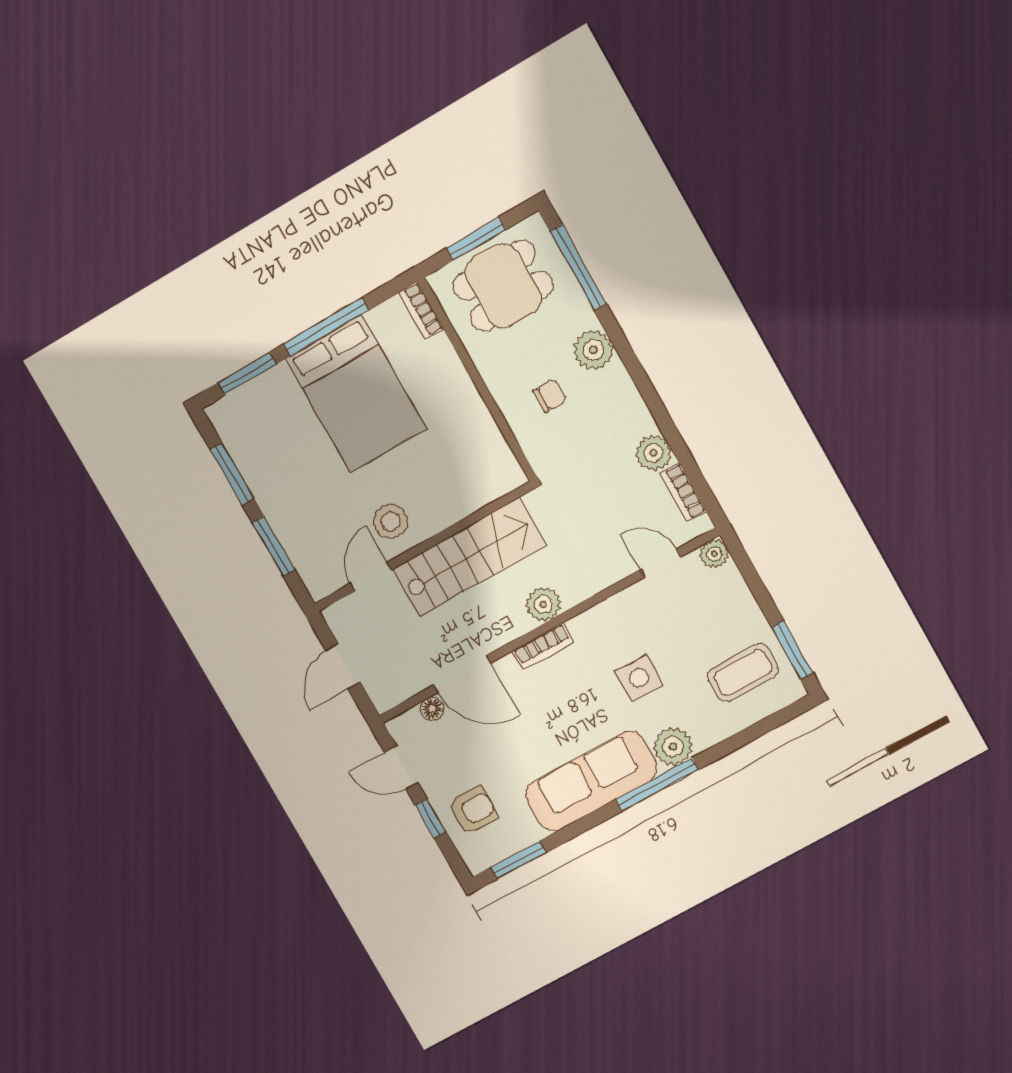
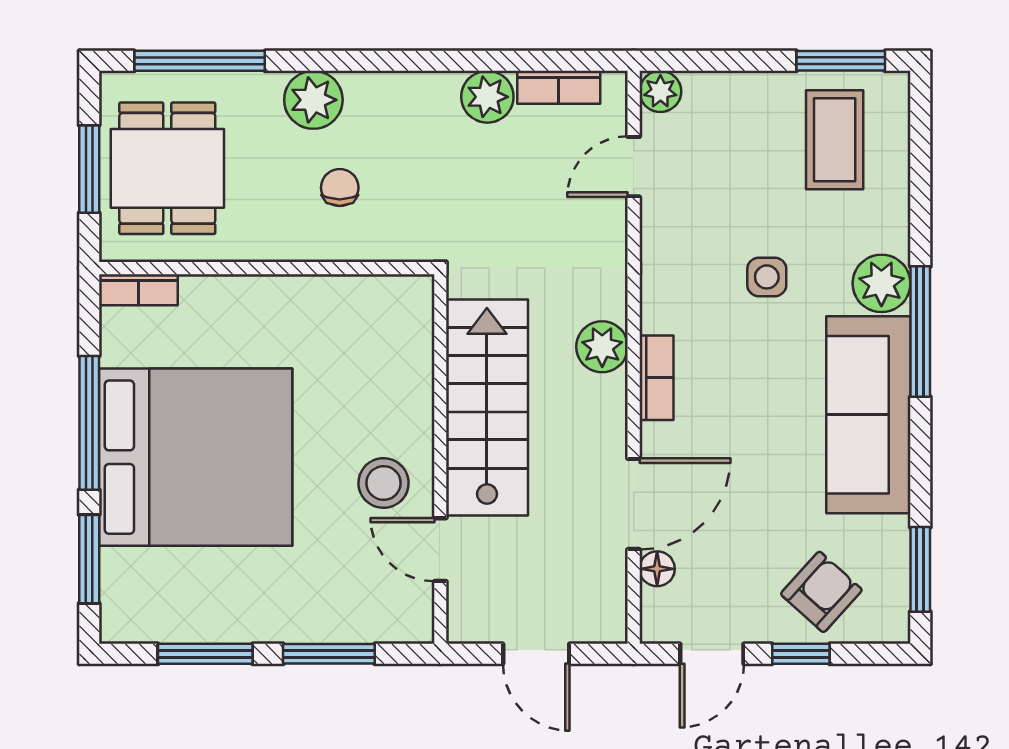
bed: (356, 394) -> (196, 457), width x1.36
side table: (639, 678) -> (767, 277), width x0.73, depth x0.73
armchair: (473, 811) -> (821, 592), turned 42

